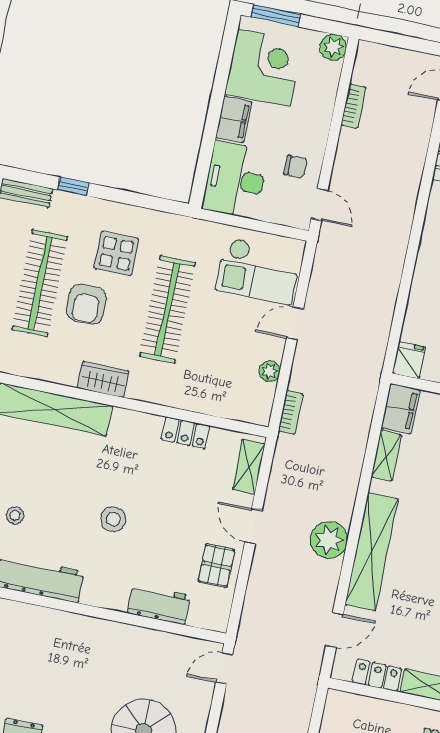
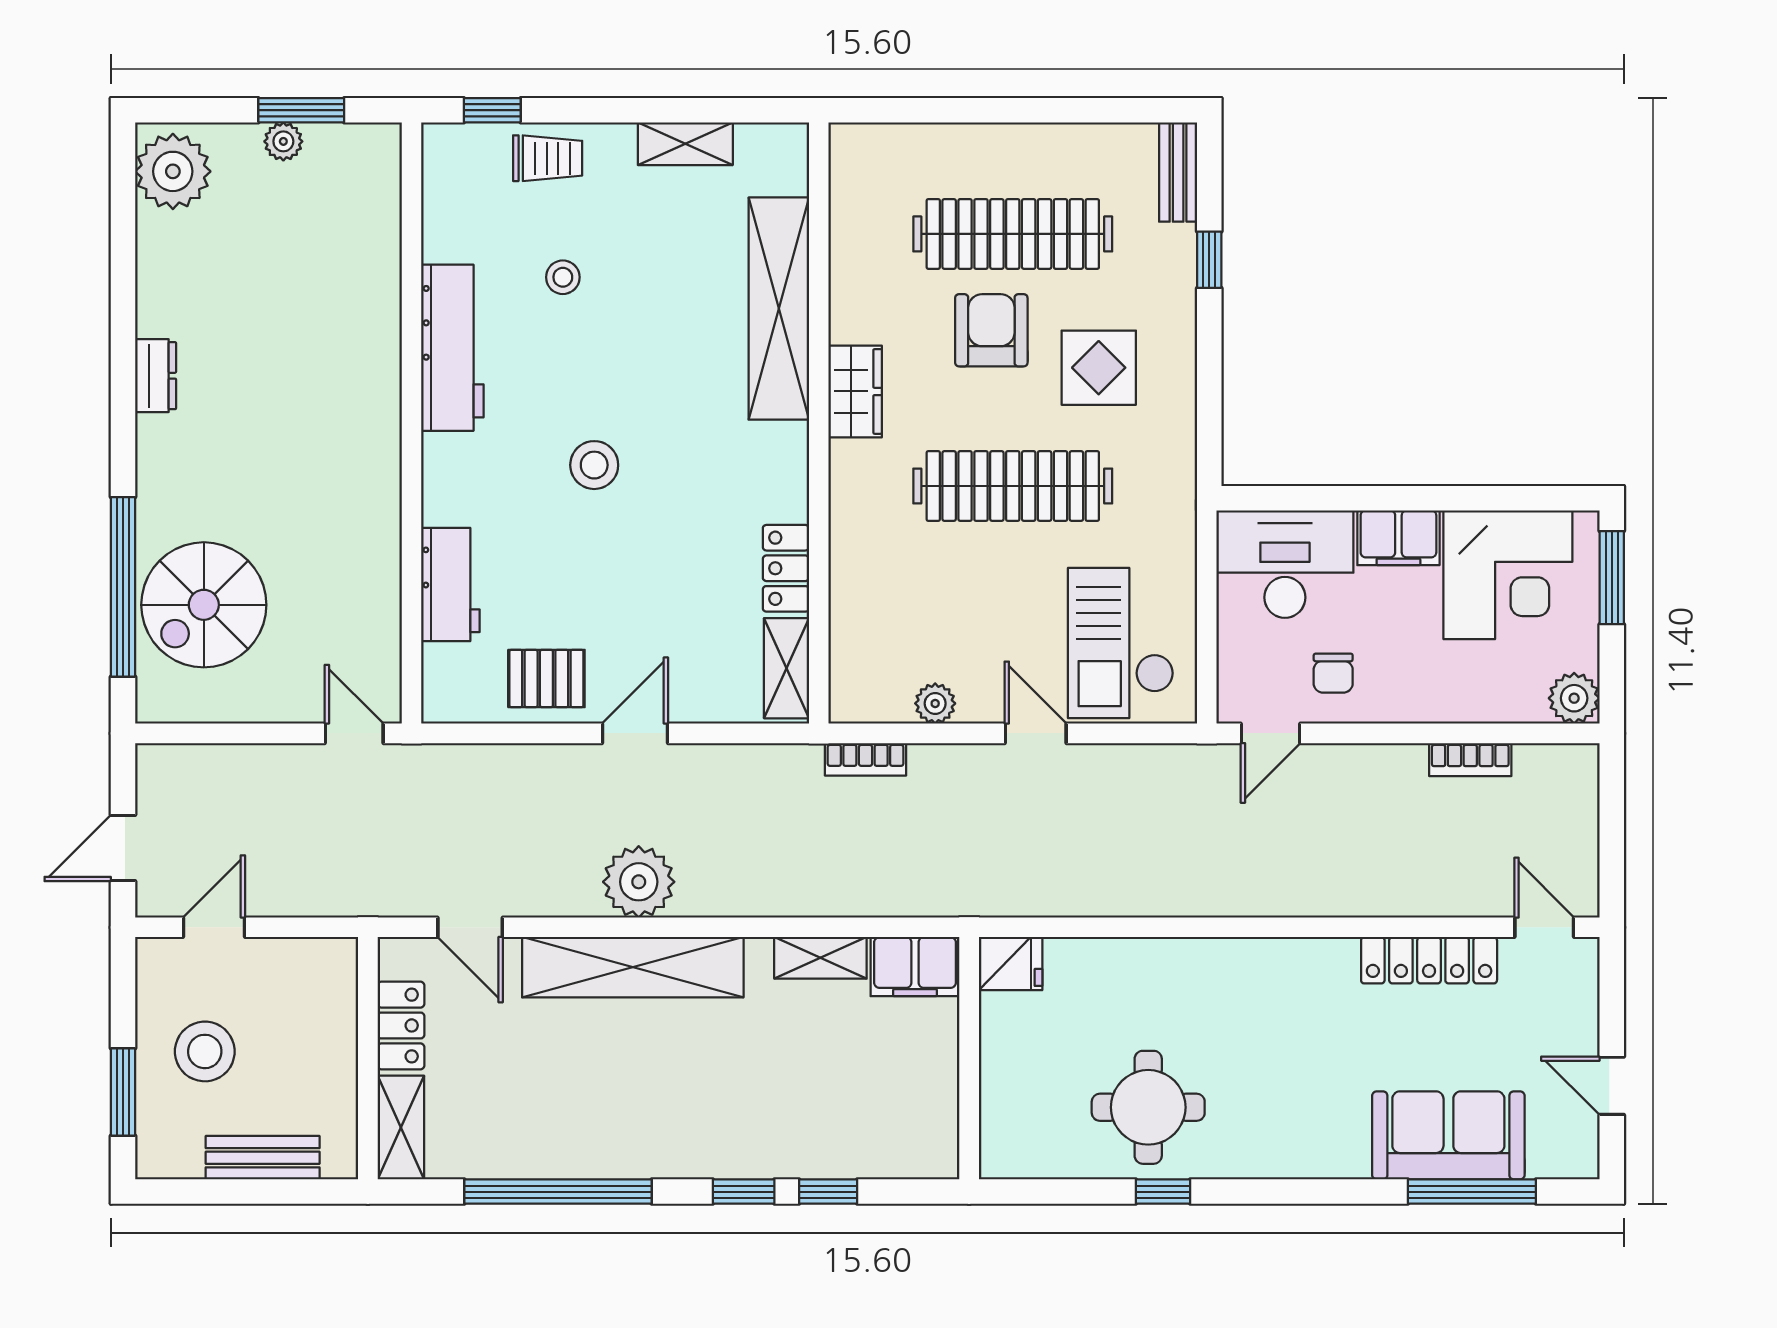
armchair: (86, 304) -> (991, 330), turned 90
shelving: (249, 466) -> (787, 668), moved, turned 90

